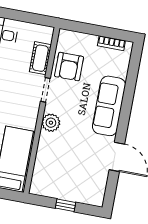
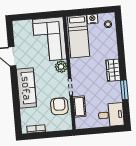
corner sofa: (57, 167) -> (50, 39), added
window: (66, 205) -> (37, 16), removed

